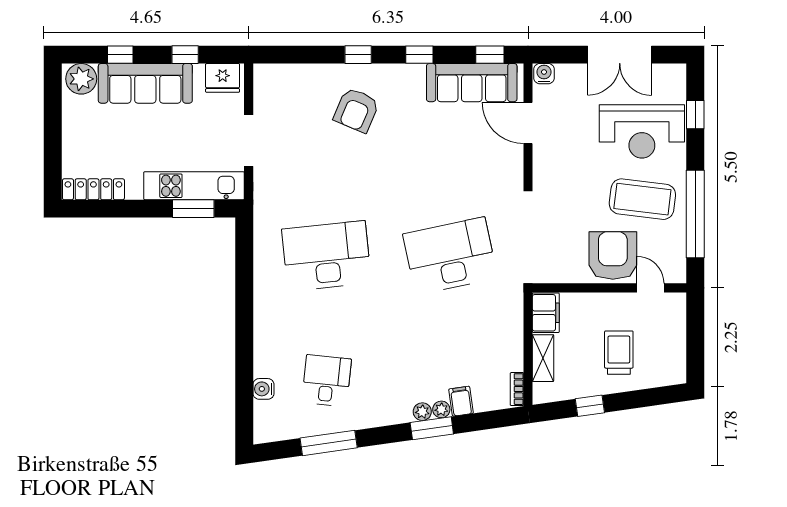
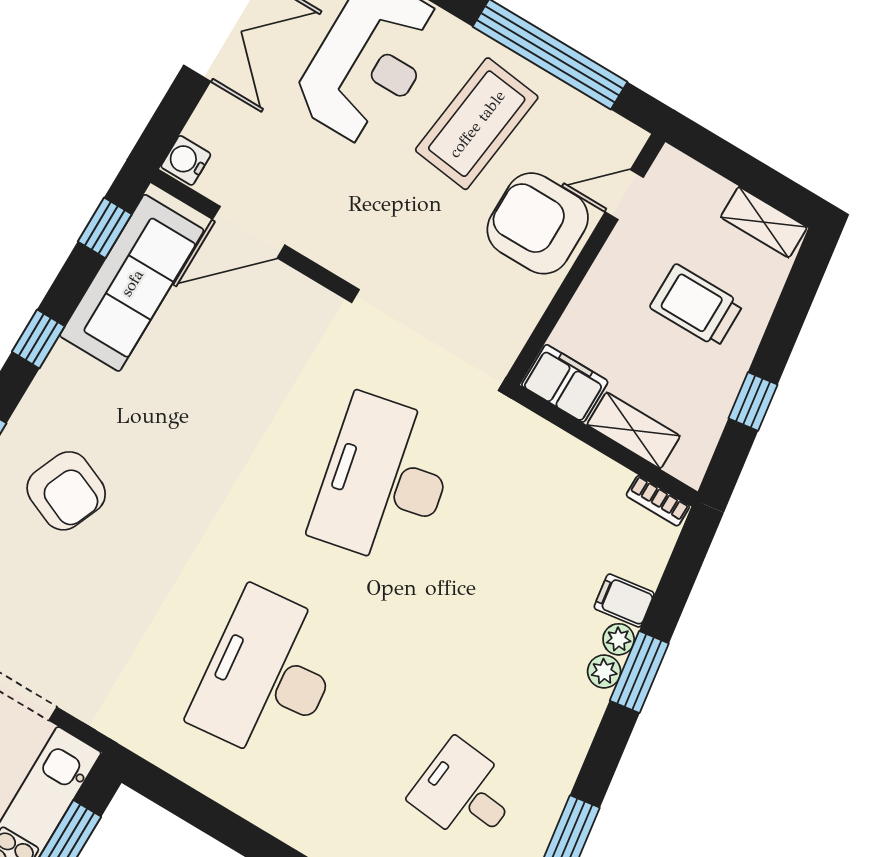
shelving: (677, 361) -> (764, 222), added

